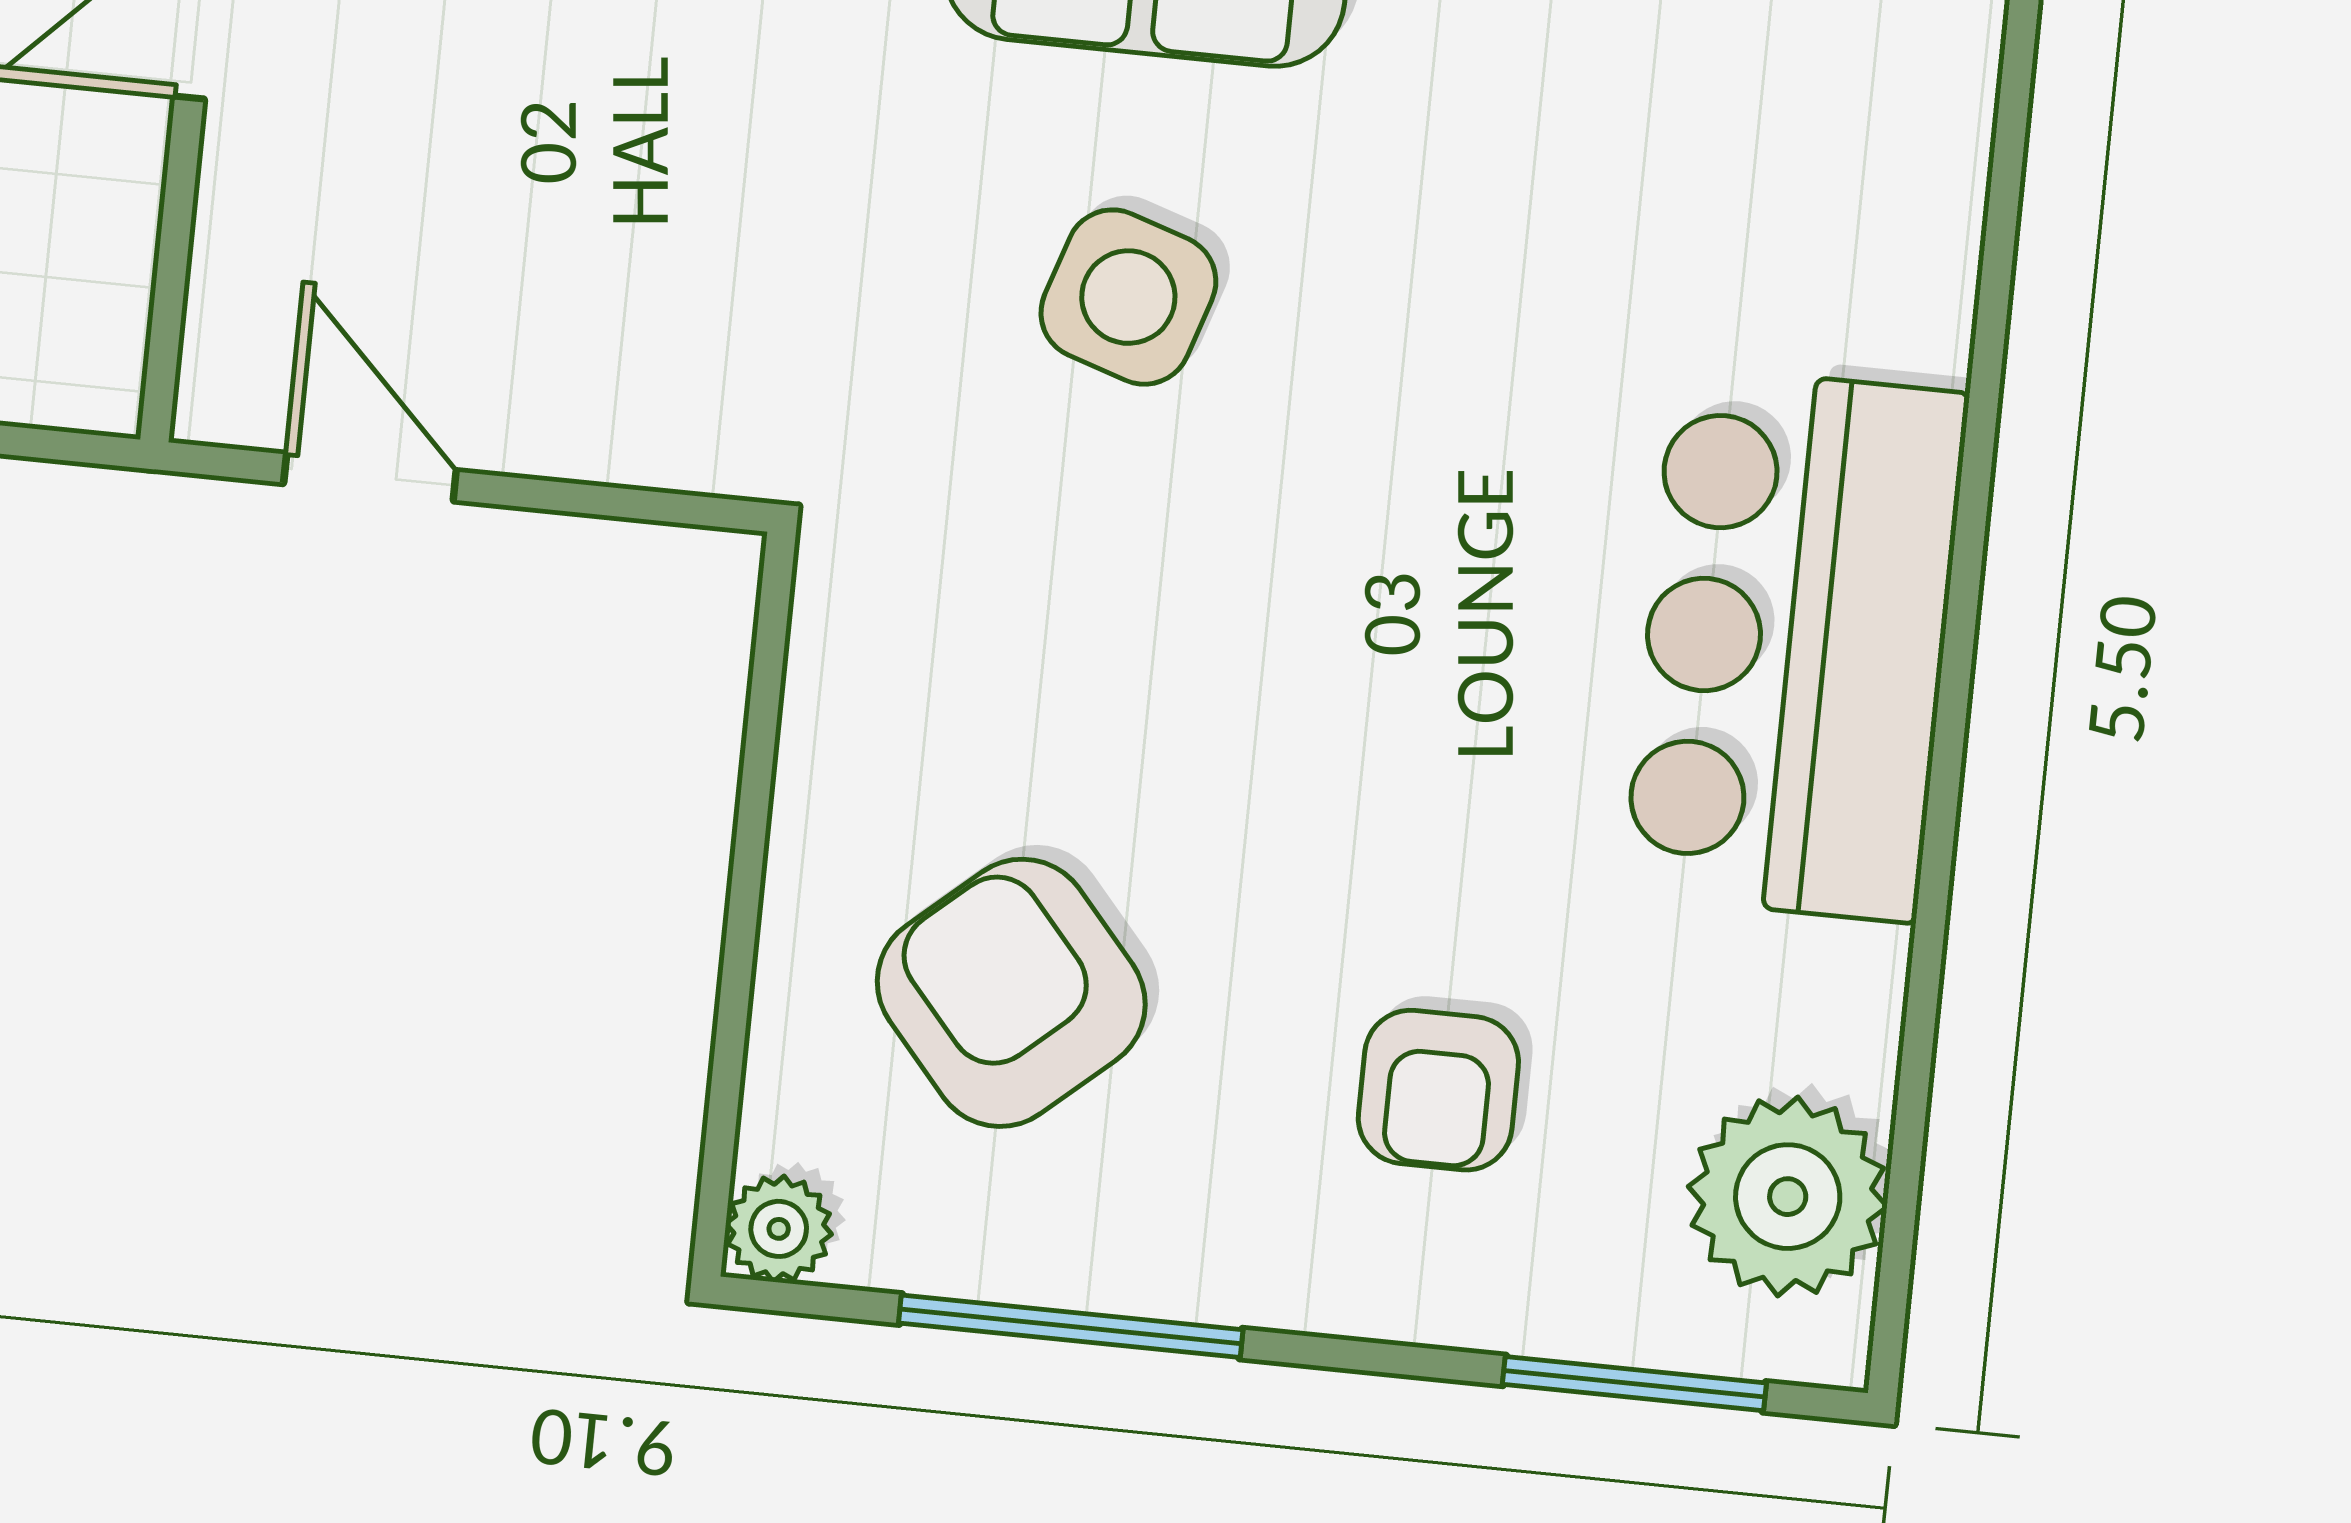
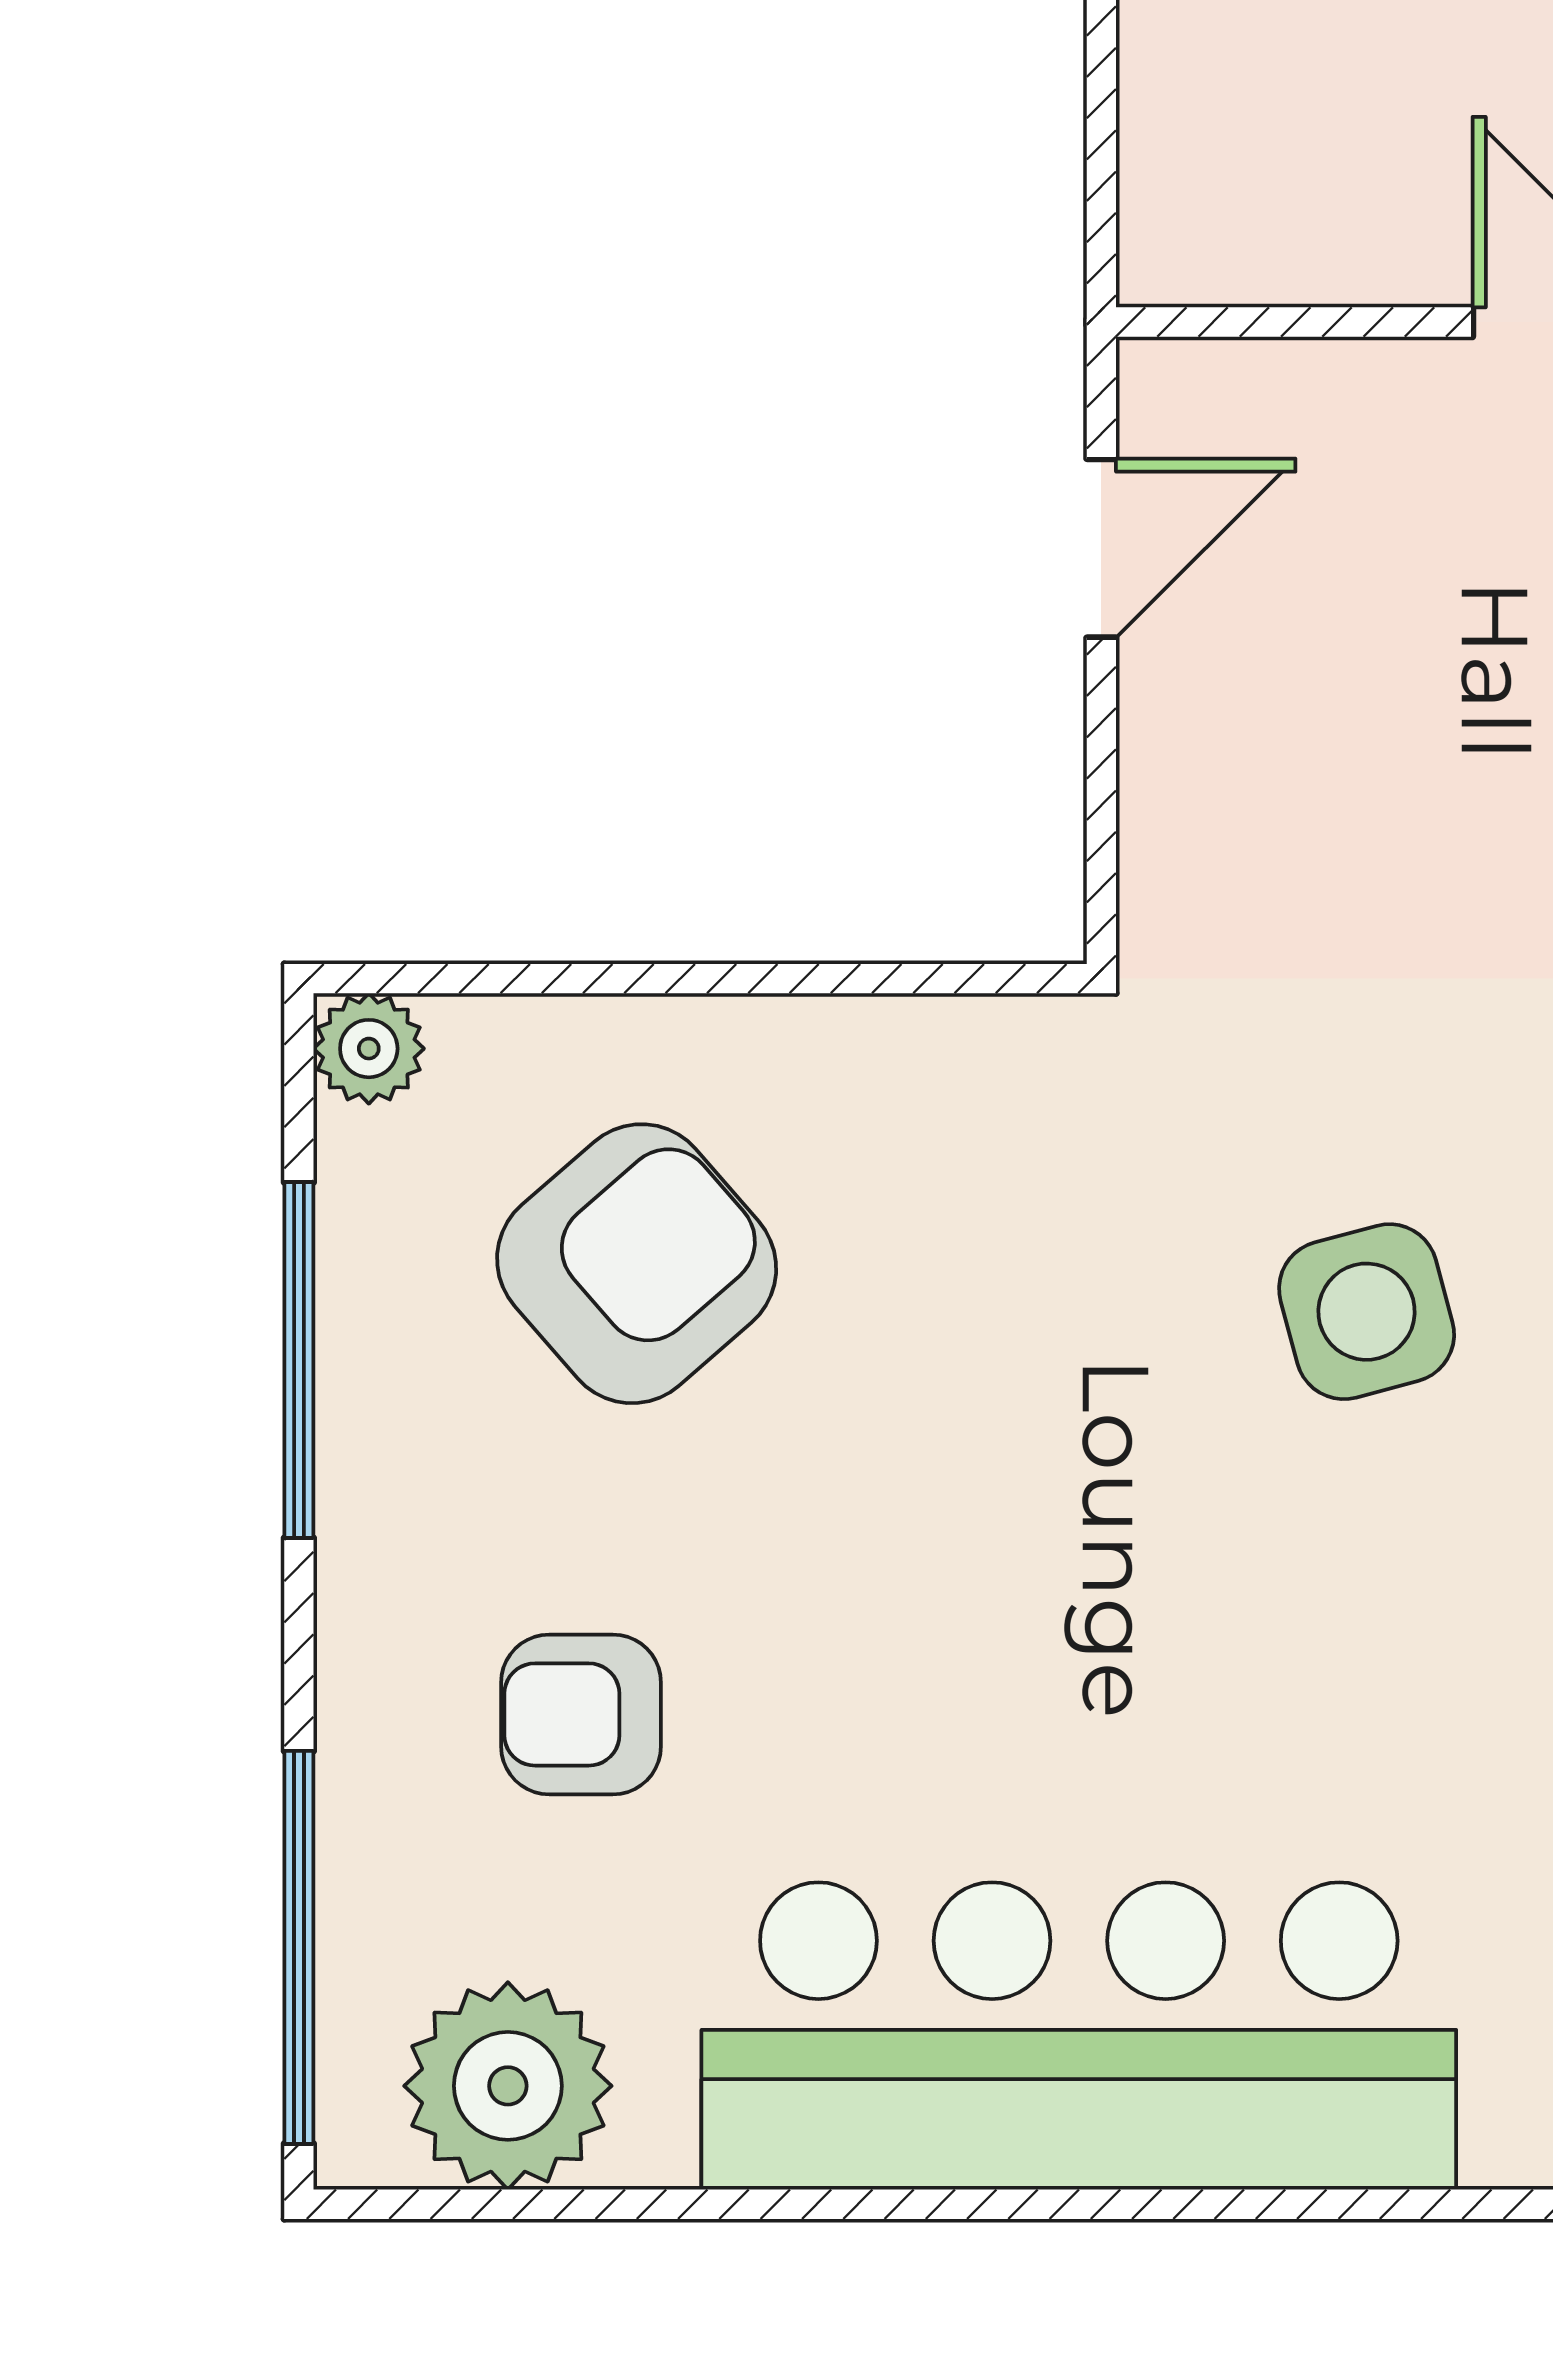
side table: (1128, 297) -> (1367, 1312), turned -33
bar counter: (1795, 644) -> (1079, 2036), width x1.36
window: (1634, 1384) -> (299, 1947), width x1.44

